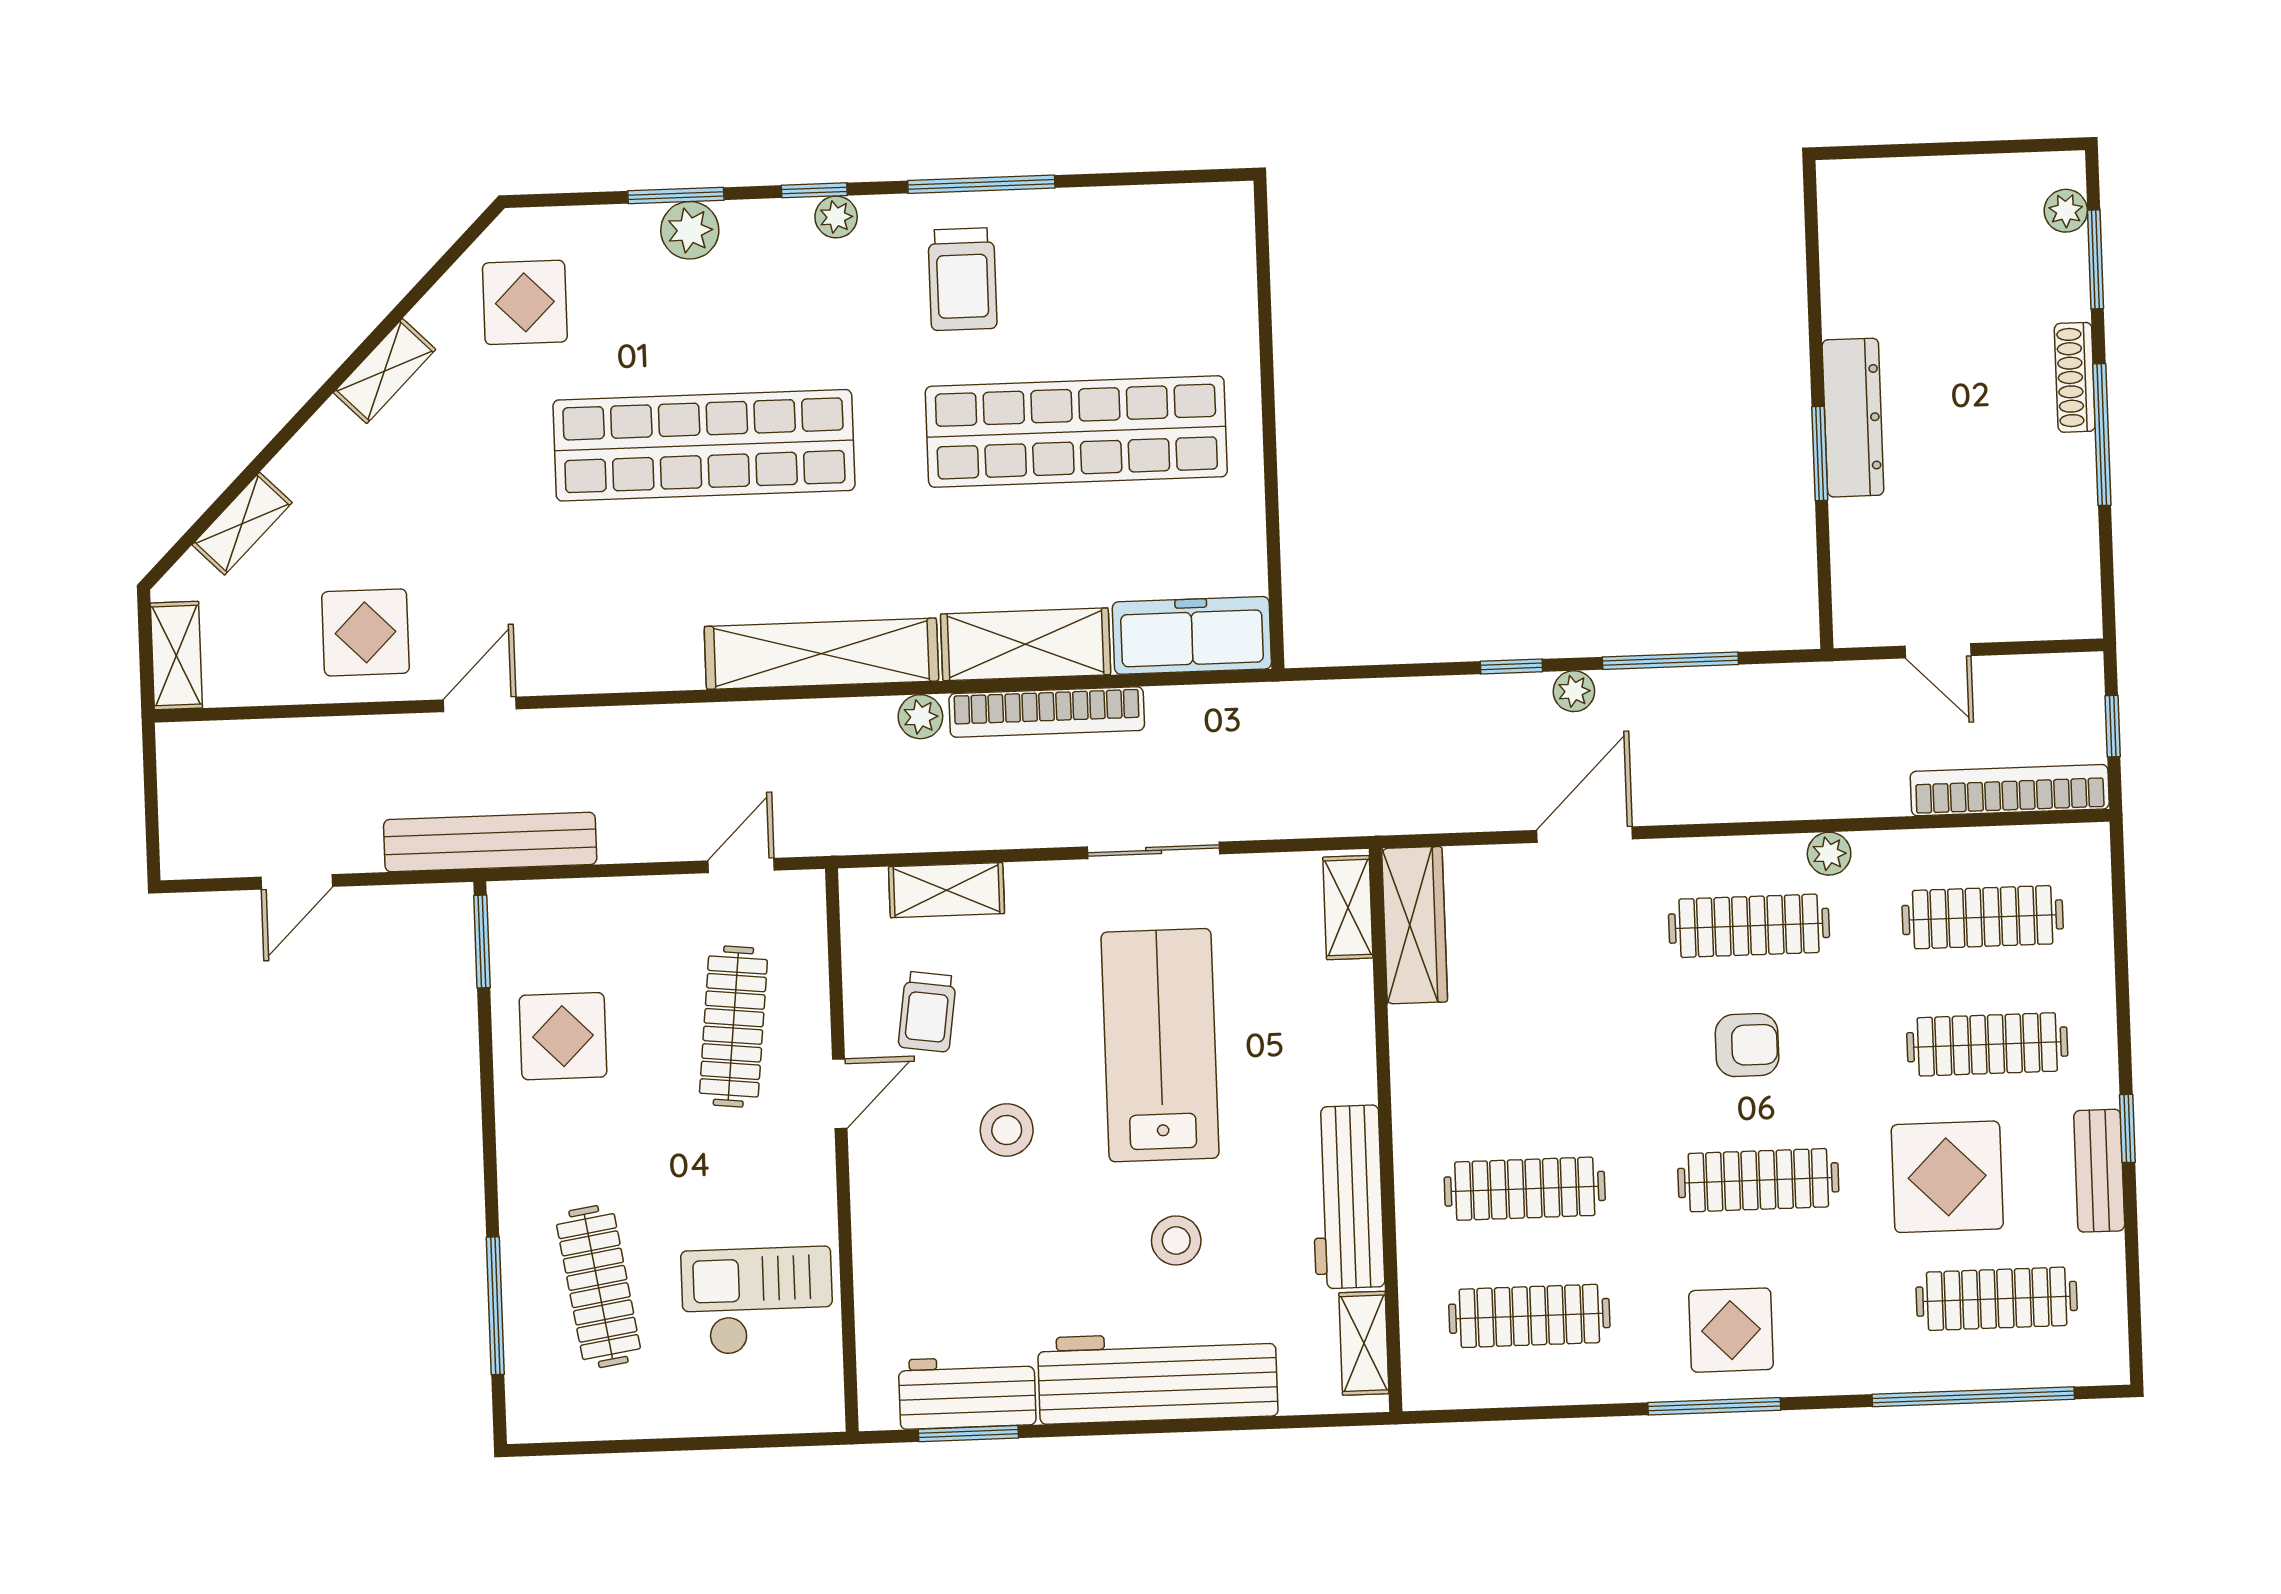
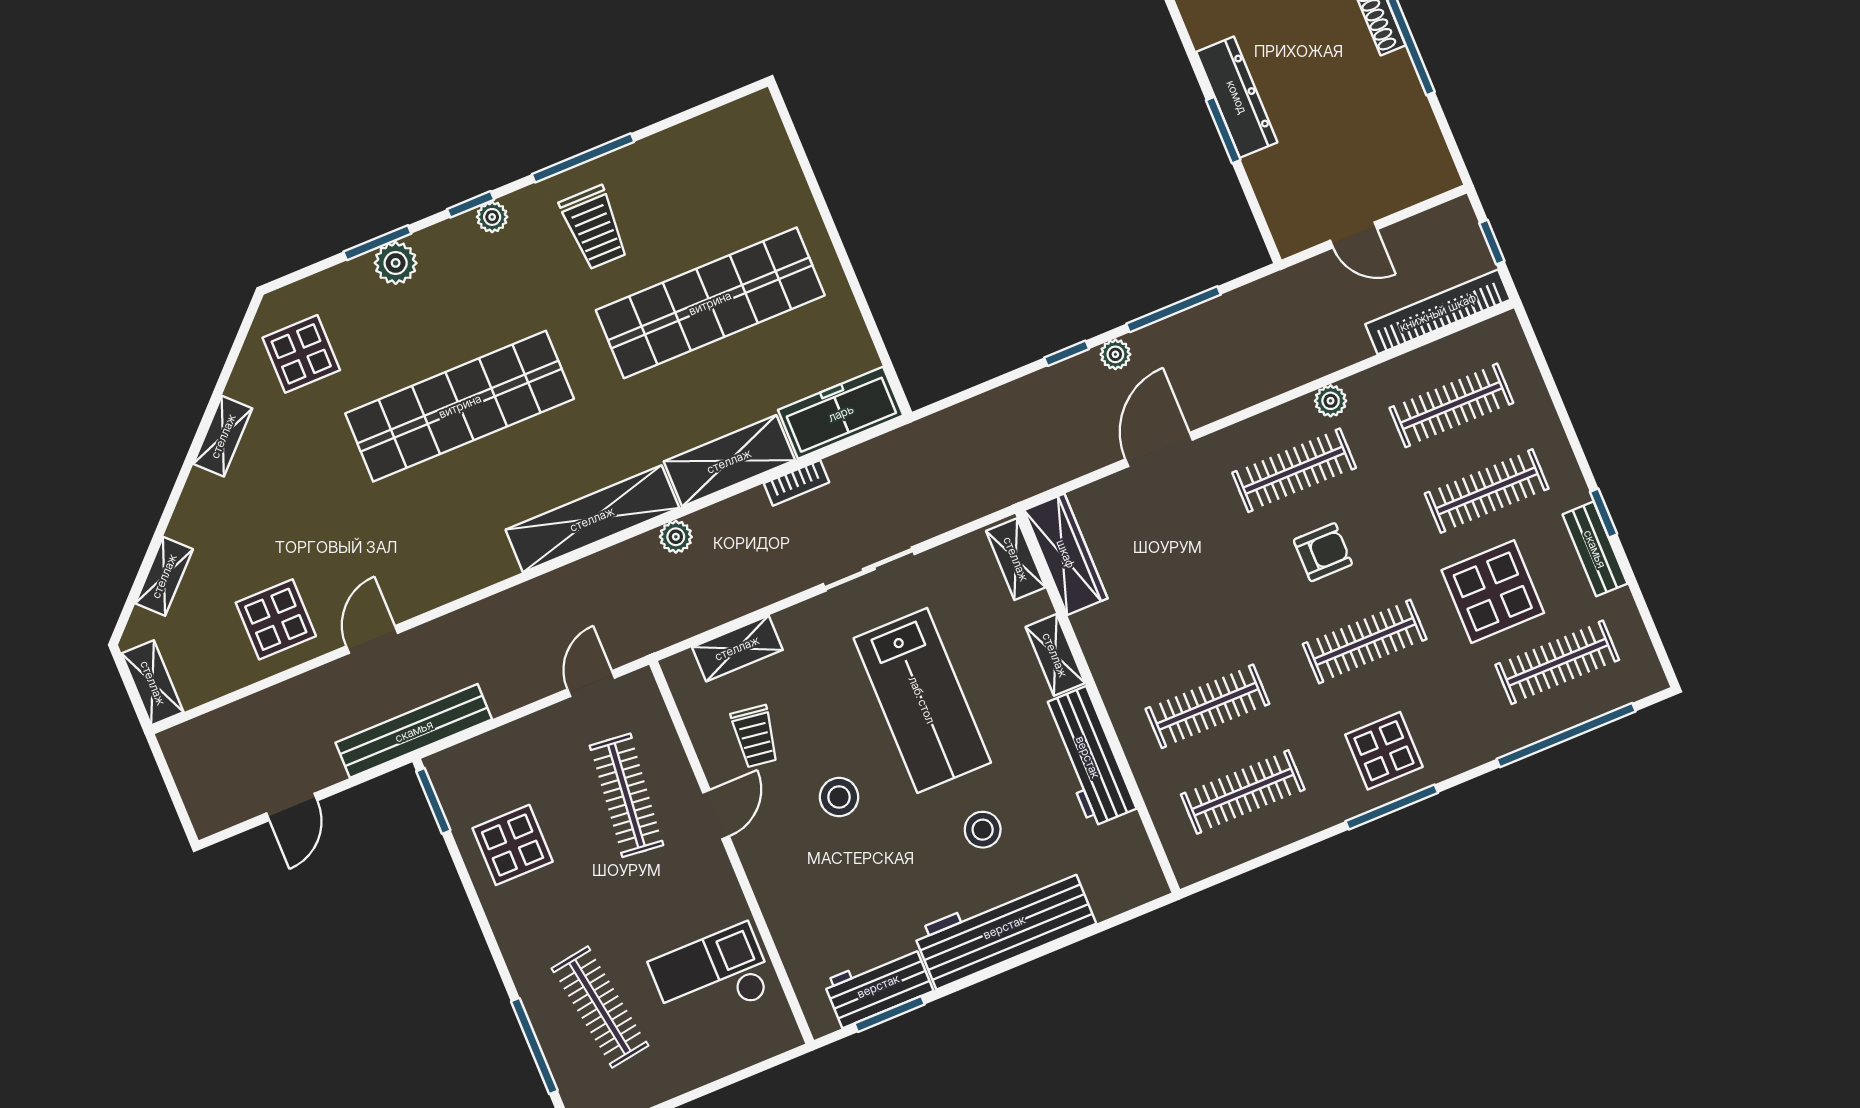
bookcase: (1047, 712) -> (796, 483), width x0.43, depth x0.76
lab bench: (1160, 1045) -> (922, 700), turned 180
shelving: (1364, 1343) -> (1055, 655), moved

